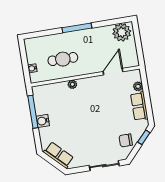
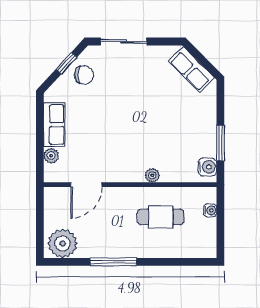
window: (77, 28) -> (113, 262), moved
window: (33, 112) -> (220, 143), width x0.69
water cooler: (43, 121) -> (207, 167), moved
window: (144, 137) -> (66, 63), moved

